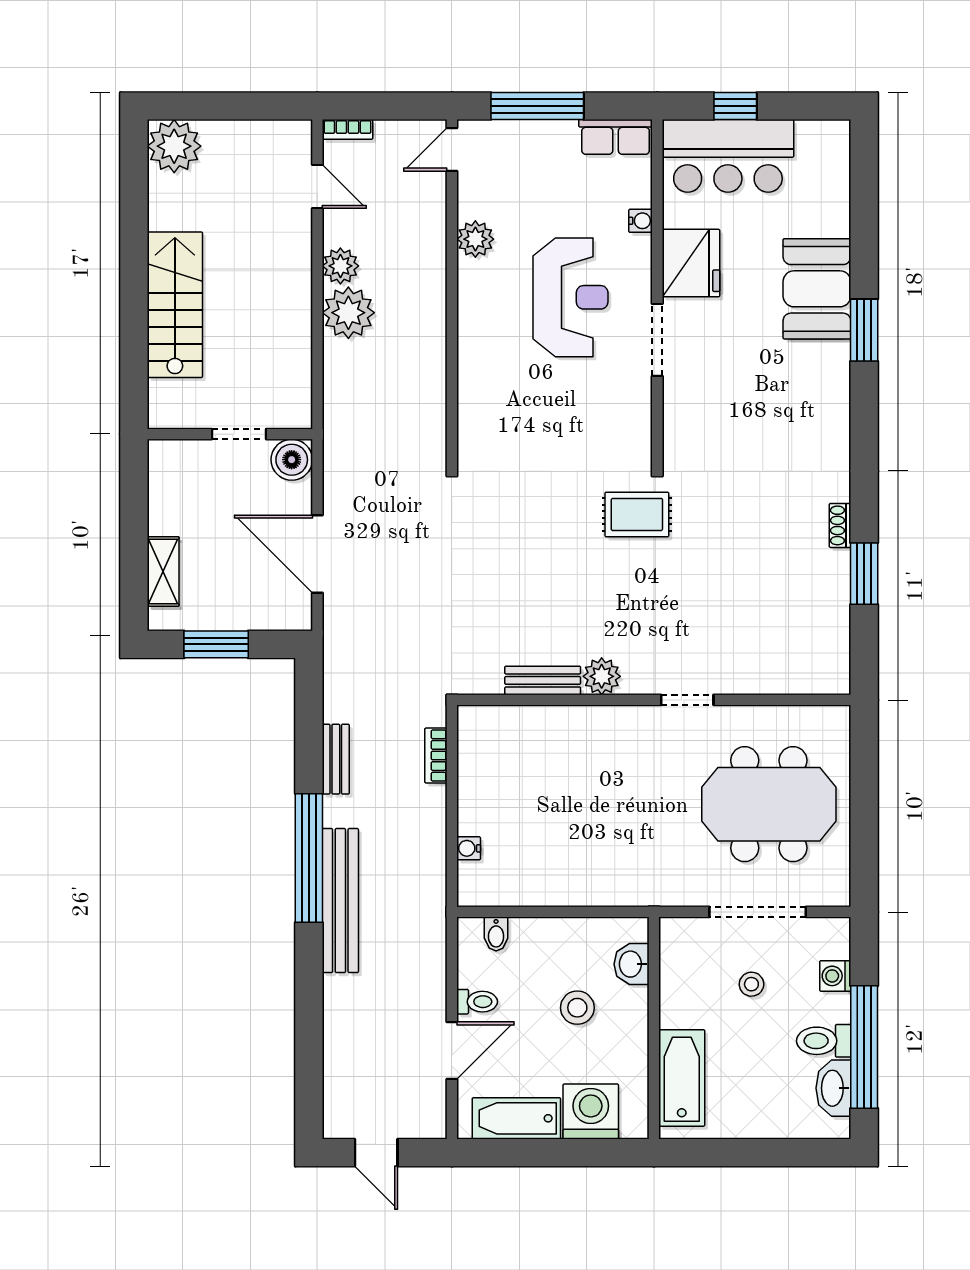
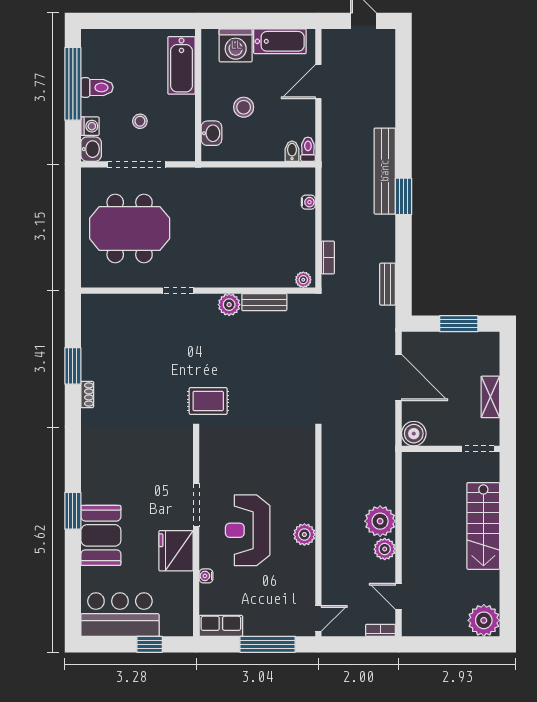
bar counter: (728, 156) -> (120, 615), moved
plant: (475, 239) -> (304, 534), moved
doorway: (239, 434) -> (478, 449), moved
shelving: (163, 572) -> (490, 397), moved
plant: (477, 718) -> (303, 280), added
bench: (336, 759) -> (388, 284), moved
window: (309, 858) -> (404, 196), width x0.47
toilet: (477, 1002) -> (308, 149), moved, turned 90
washbasin: (833, 1088) -> (91, 149), moved, width x0.72

